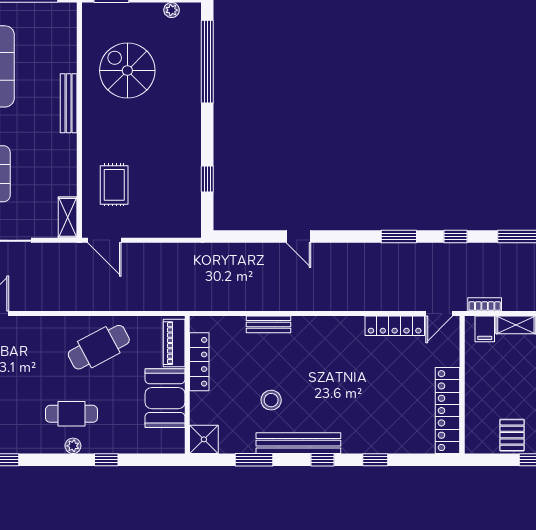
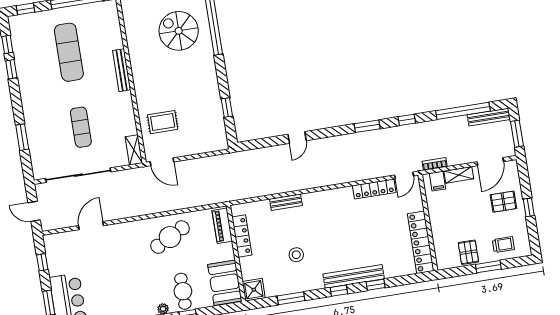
spiral stairs: (127, 71) -> (179, 31), moved
rug: (114, 185) -> (163, 122), turned 90
door: (298, 237) -> (297, 137), hinge flipped
booth: (165, 398) -> (225, 283), moved
cafe table: (71, 414) -> (183, 291), moved, turned 90
bench: (298, 443) -> (354, 276), moved

